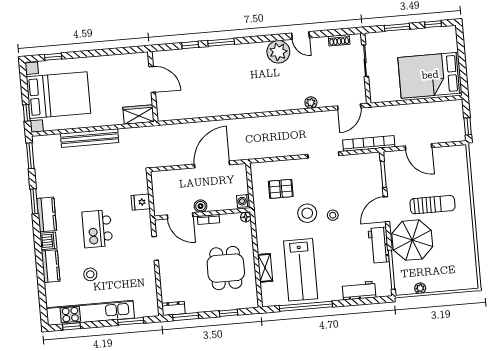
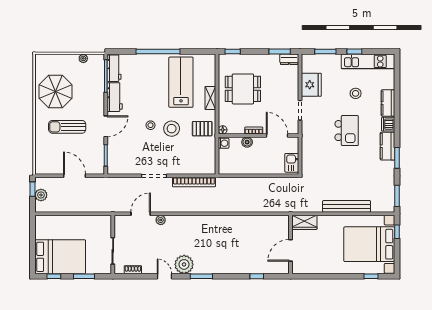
window: (221, 42) -> (201, 276), moved
bed: (430, 75) -> (60, 257), moved
door: (152, 79) -> (291, 250), hinge flipped
door: (349, 107) -> (141, 214), moved
plant: (457, 120) -> (41, 195), added
bookcase: (369, 143) -> (194, 182), moved
door: (212, 164) -> (247, 176), removed
kitchen sink: (160, 185) -> (292, 163), added
pallet: (281, 189) -> (202, 129), moved
fridge: (141, 202) -> (311, 85), moved, width x1.88, depth x1.34
boiler: (201, 206) -> (247, 142), moved
parasol: (412, 240) -> (56, 91), moved
dining table: (226, 268) -> (243, 89), turned 90
shelving: (265, 268) -> (210, 98), moved
workbench: (359, 290) -> (114, 68), moved, turned -90
window: (306, 306) -> (158, 52), moved
kitchen unit: (90, 313) -> (368, 61), width x0.73
window: (229, 313) -> (233, 52), moved
window: (72, 326) -> (354, 52), moved

